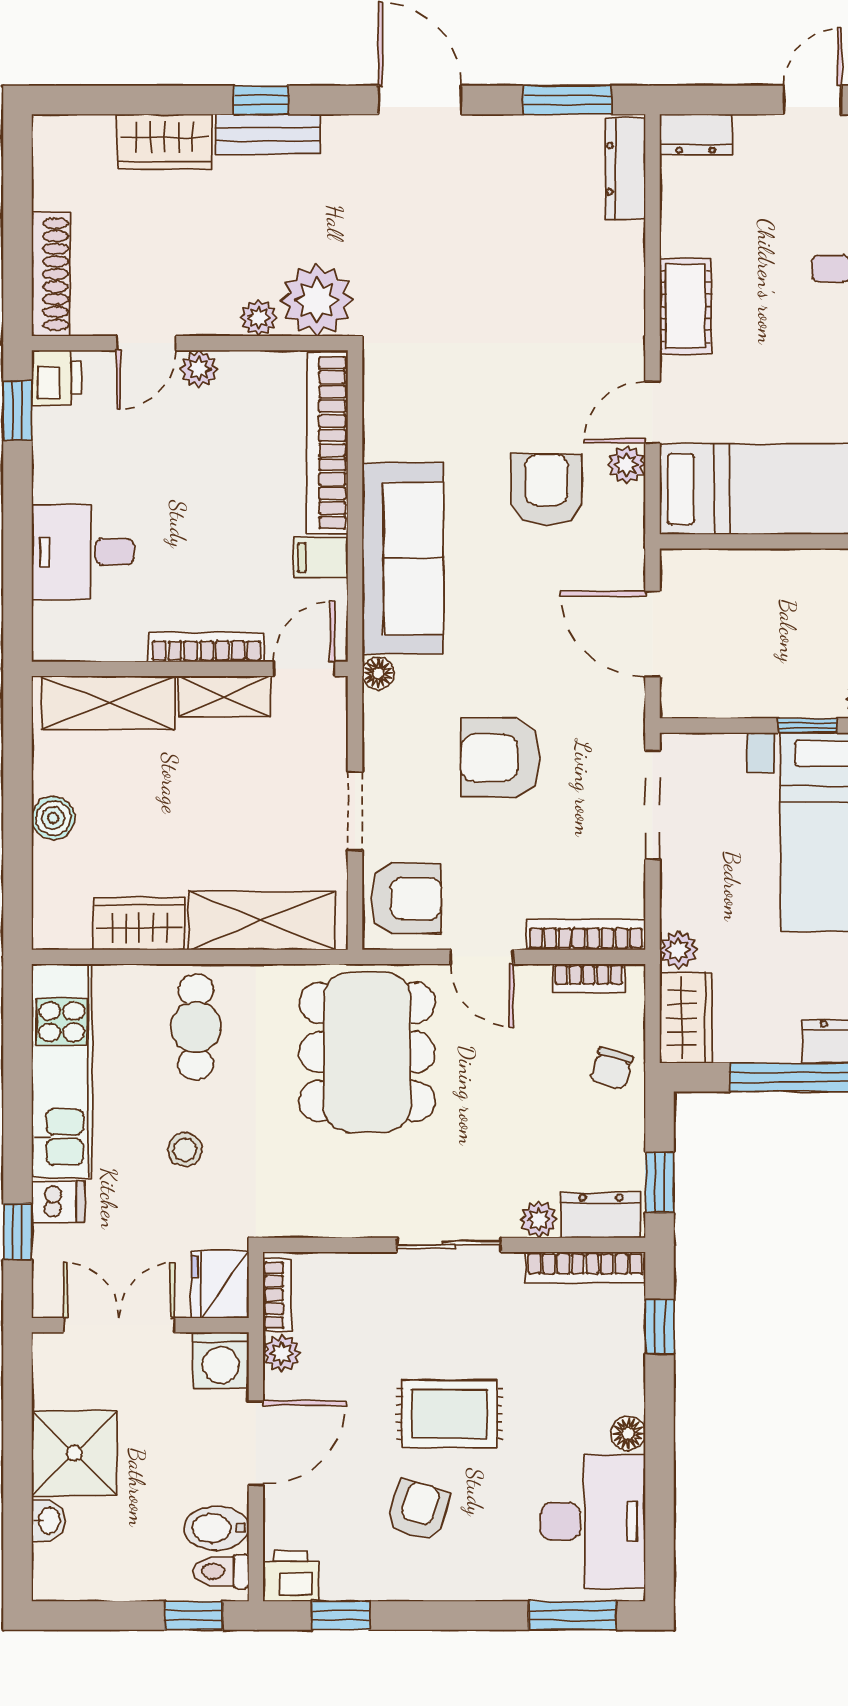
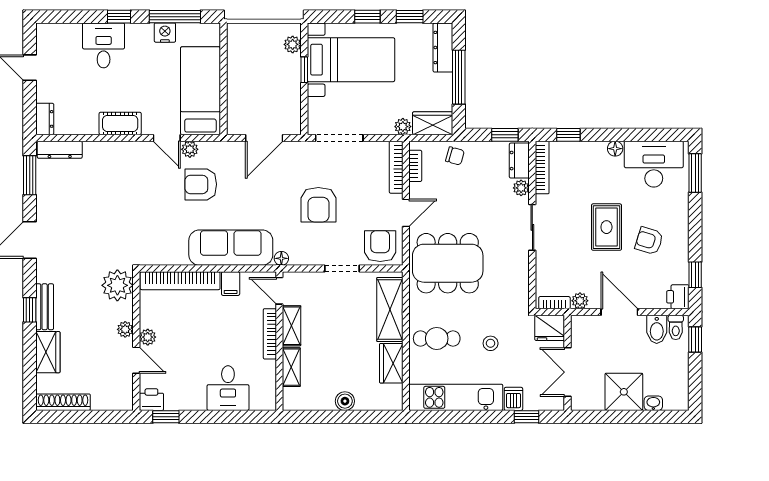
shoe rack: (51, 274) -> (63, 402), moved
plant: (259, 318) -> (125, 329), moved
shelving: (108, 703) -> (291, 367), width x0.67, depth x0.75
washing machine: (221, 1360) -> (583, 328), removed

